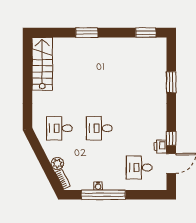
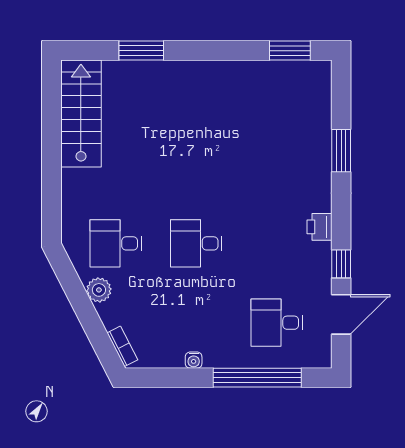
window: (87, 33) -> (141, 51), moved
printer: (160, 147) -> (319, 227), moved
plant: (57, 163) -> (99, 290), moved
window: (103, 195) -> (257, 378), moved

